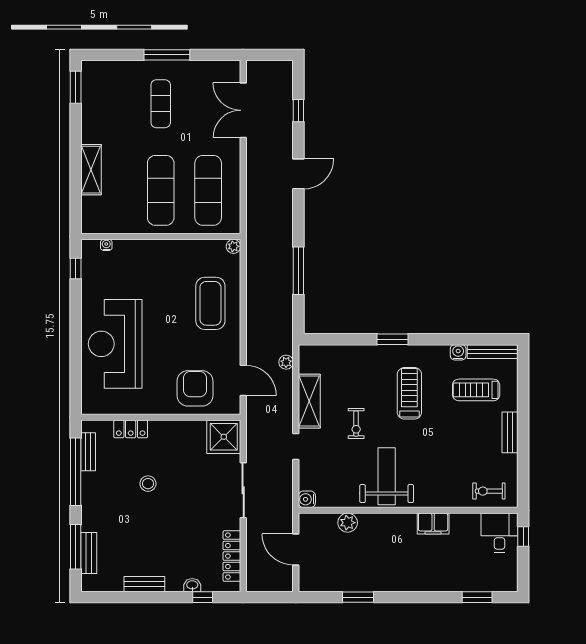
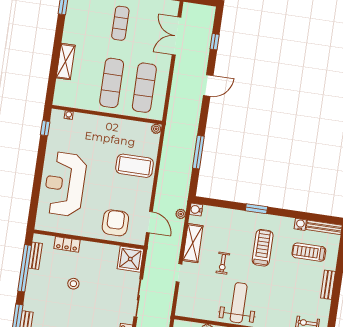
coffee table: (210, 303) -> (135, 166), turned 90
water cooler: (307, 499) -> (196, 210), moved

